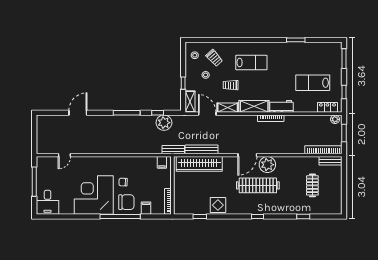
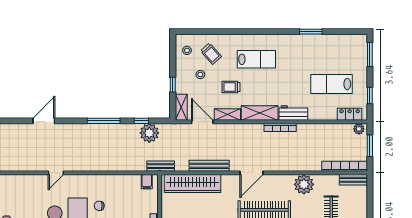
bench: (202, 149) -> (209, 166), moved
door: (64, 155) -> (56, 173), moved
plant: (267, 165) -> (304, 184), moved

